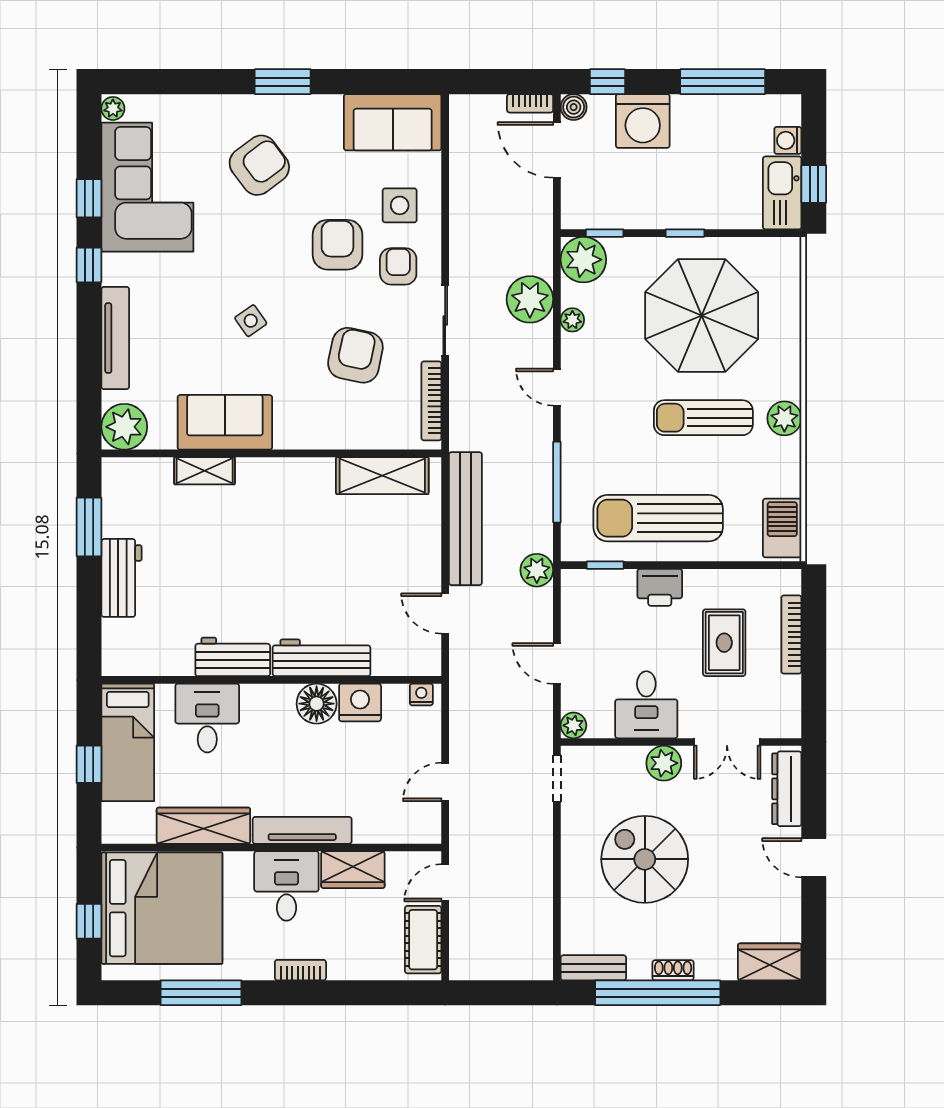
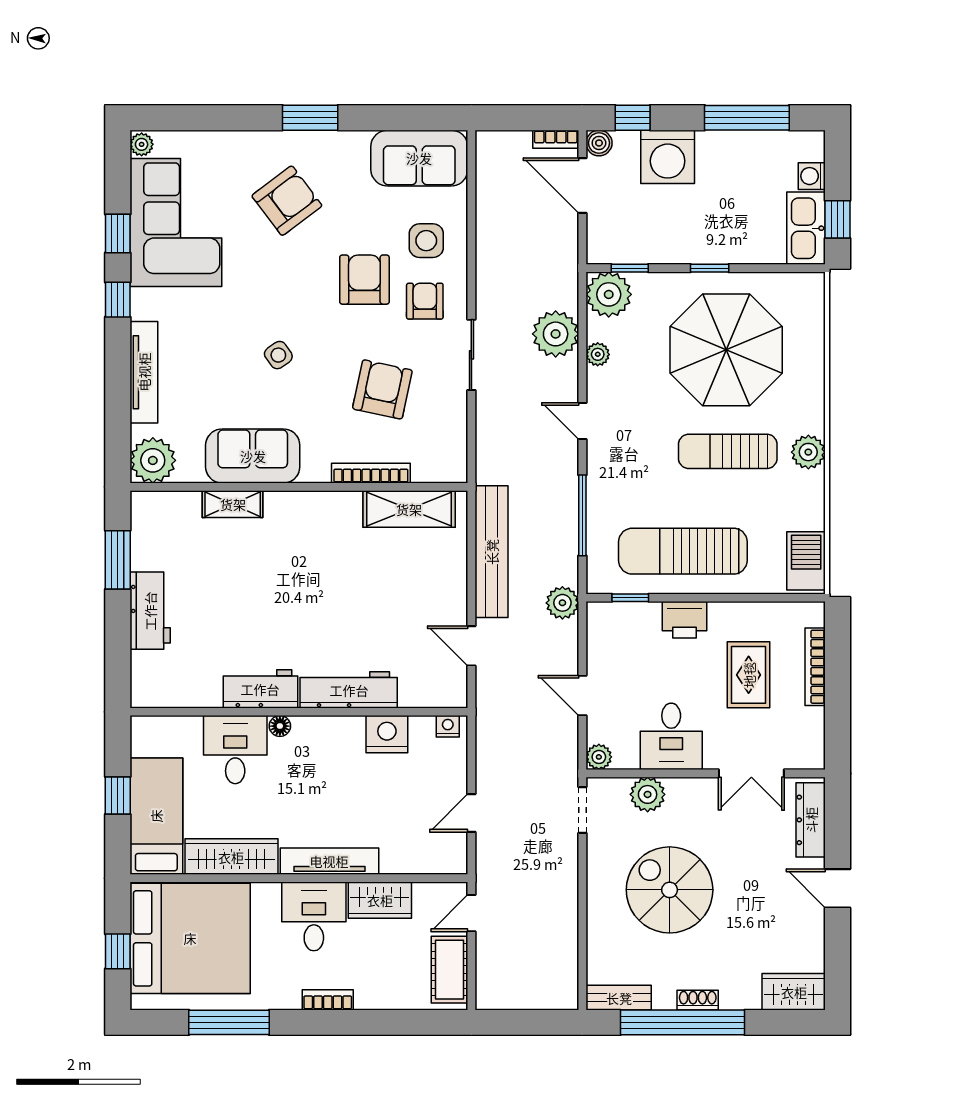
bookcase: (431, 401) -> (371, 473), moved, turned 90
floor lamp: (317, 704) -> (280, 726), moved, width x0.53, depth x0.53
bed: (128, 742) -> (156, 816), moved, turned 180
plant: (664, 763) -> (648, 794), moved

